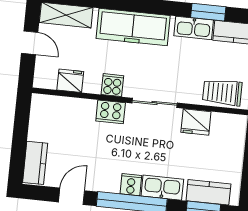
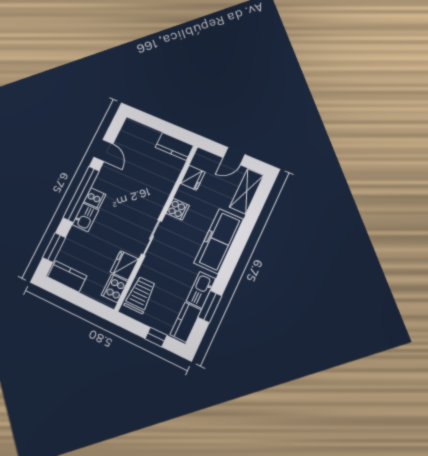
cooker: (111, 112) -> (114, 288), moved
kitchen counter: (35, 163) -> (174, 146), moved
kitchen sink: (162, 188) -> (86, 217), width x0.73
kitchen counter: (208, 192) -> (67, 276), moved, turned -90

